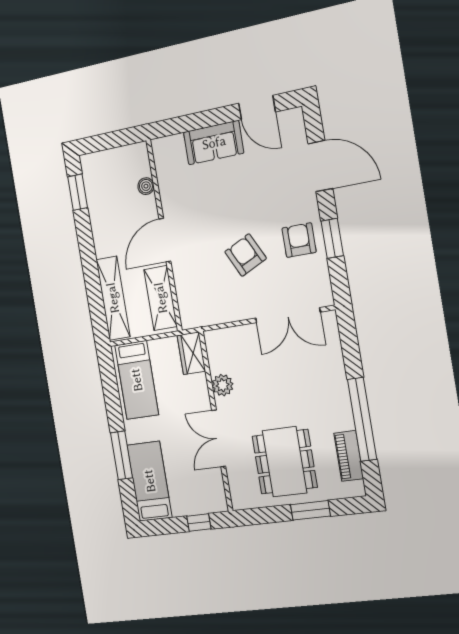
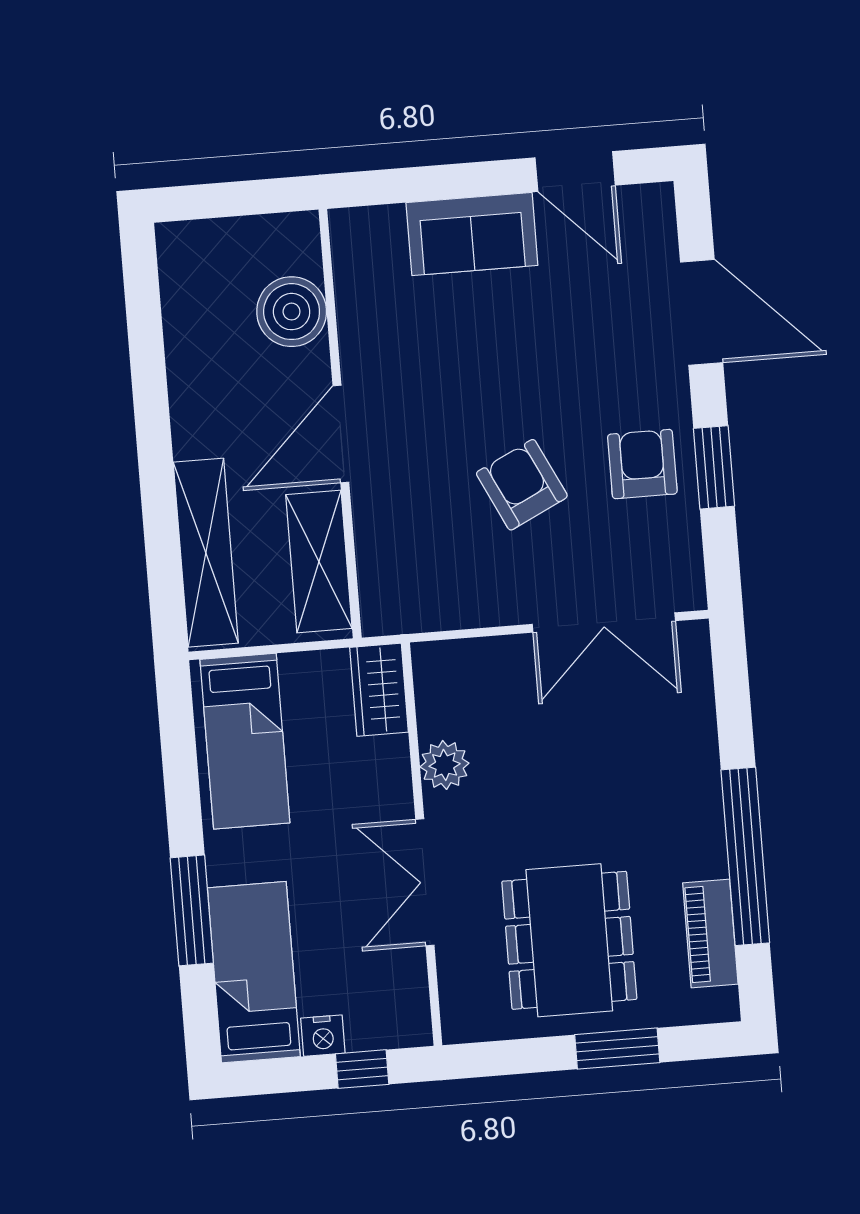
boiler: (146, 186) -> (292, 312), width x1.86, depth x1.86
window: (78, 192) -> (143, 305), removed
nightstand: (181, 508) -> (323, 1036), added

